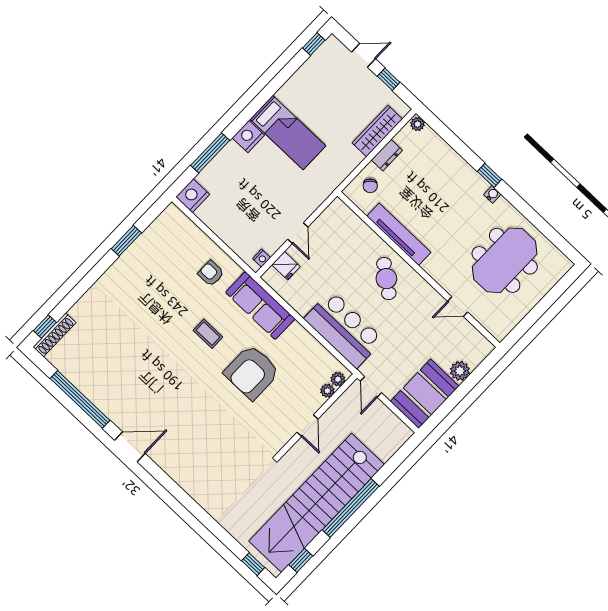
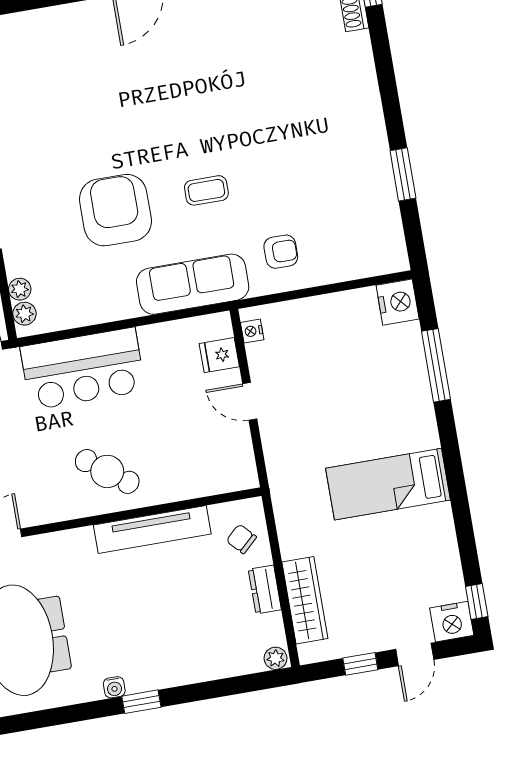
nightstand: (248, 136) -> (452, 622), moved, turned 90

